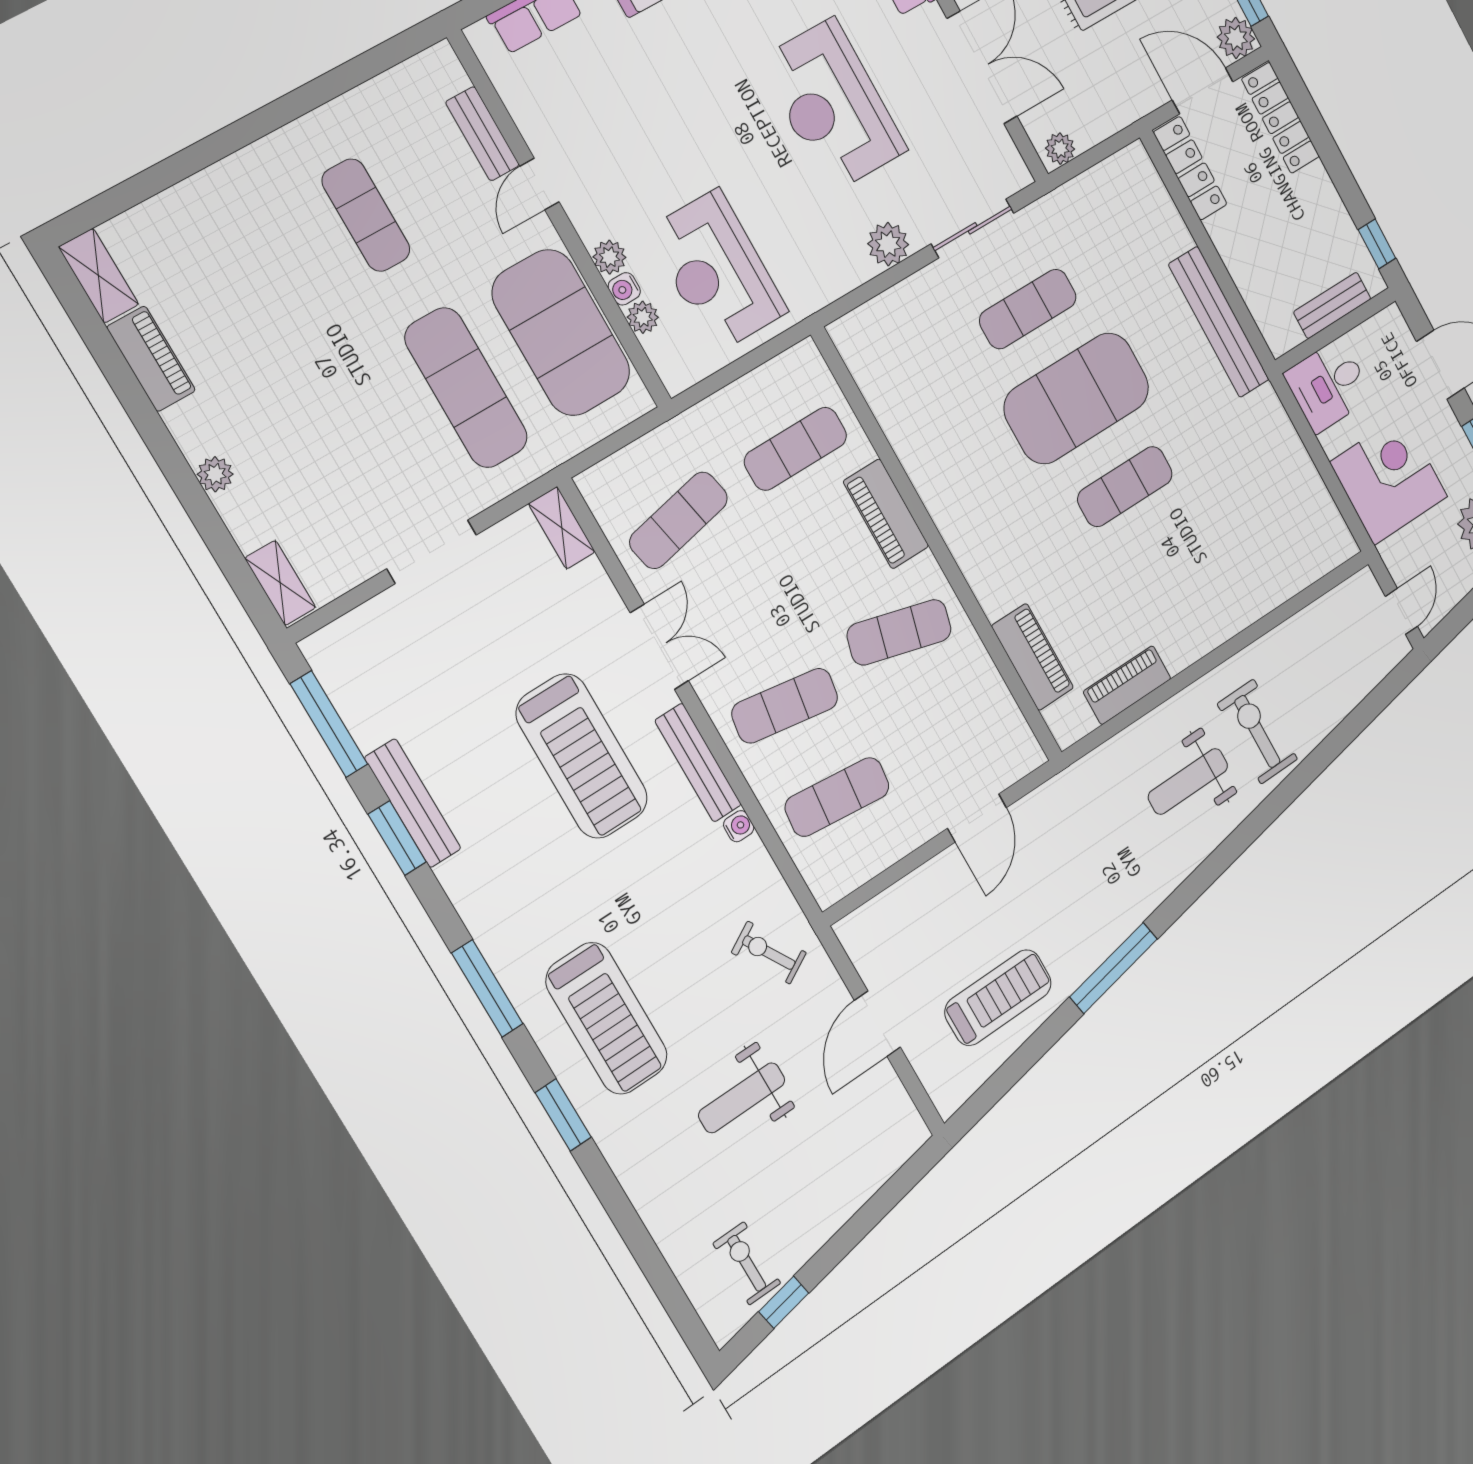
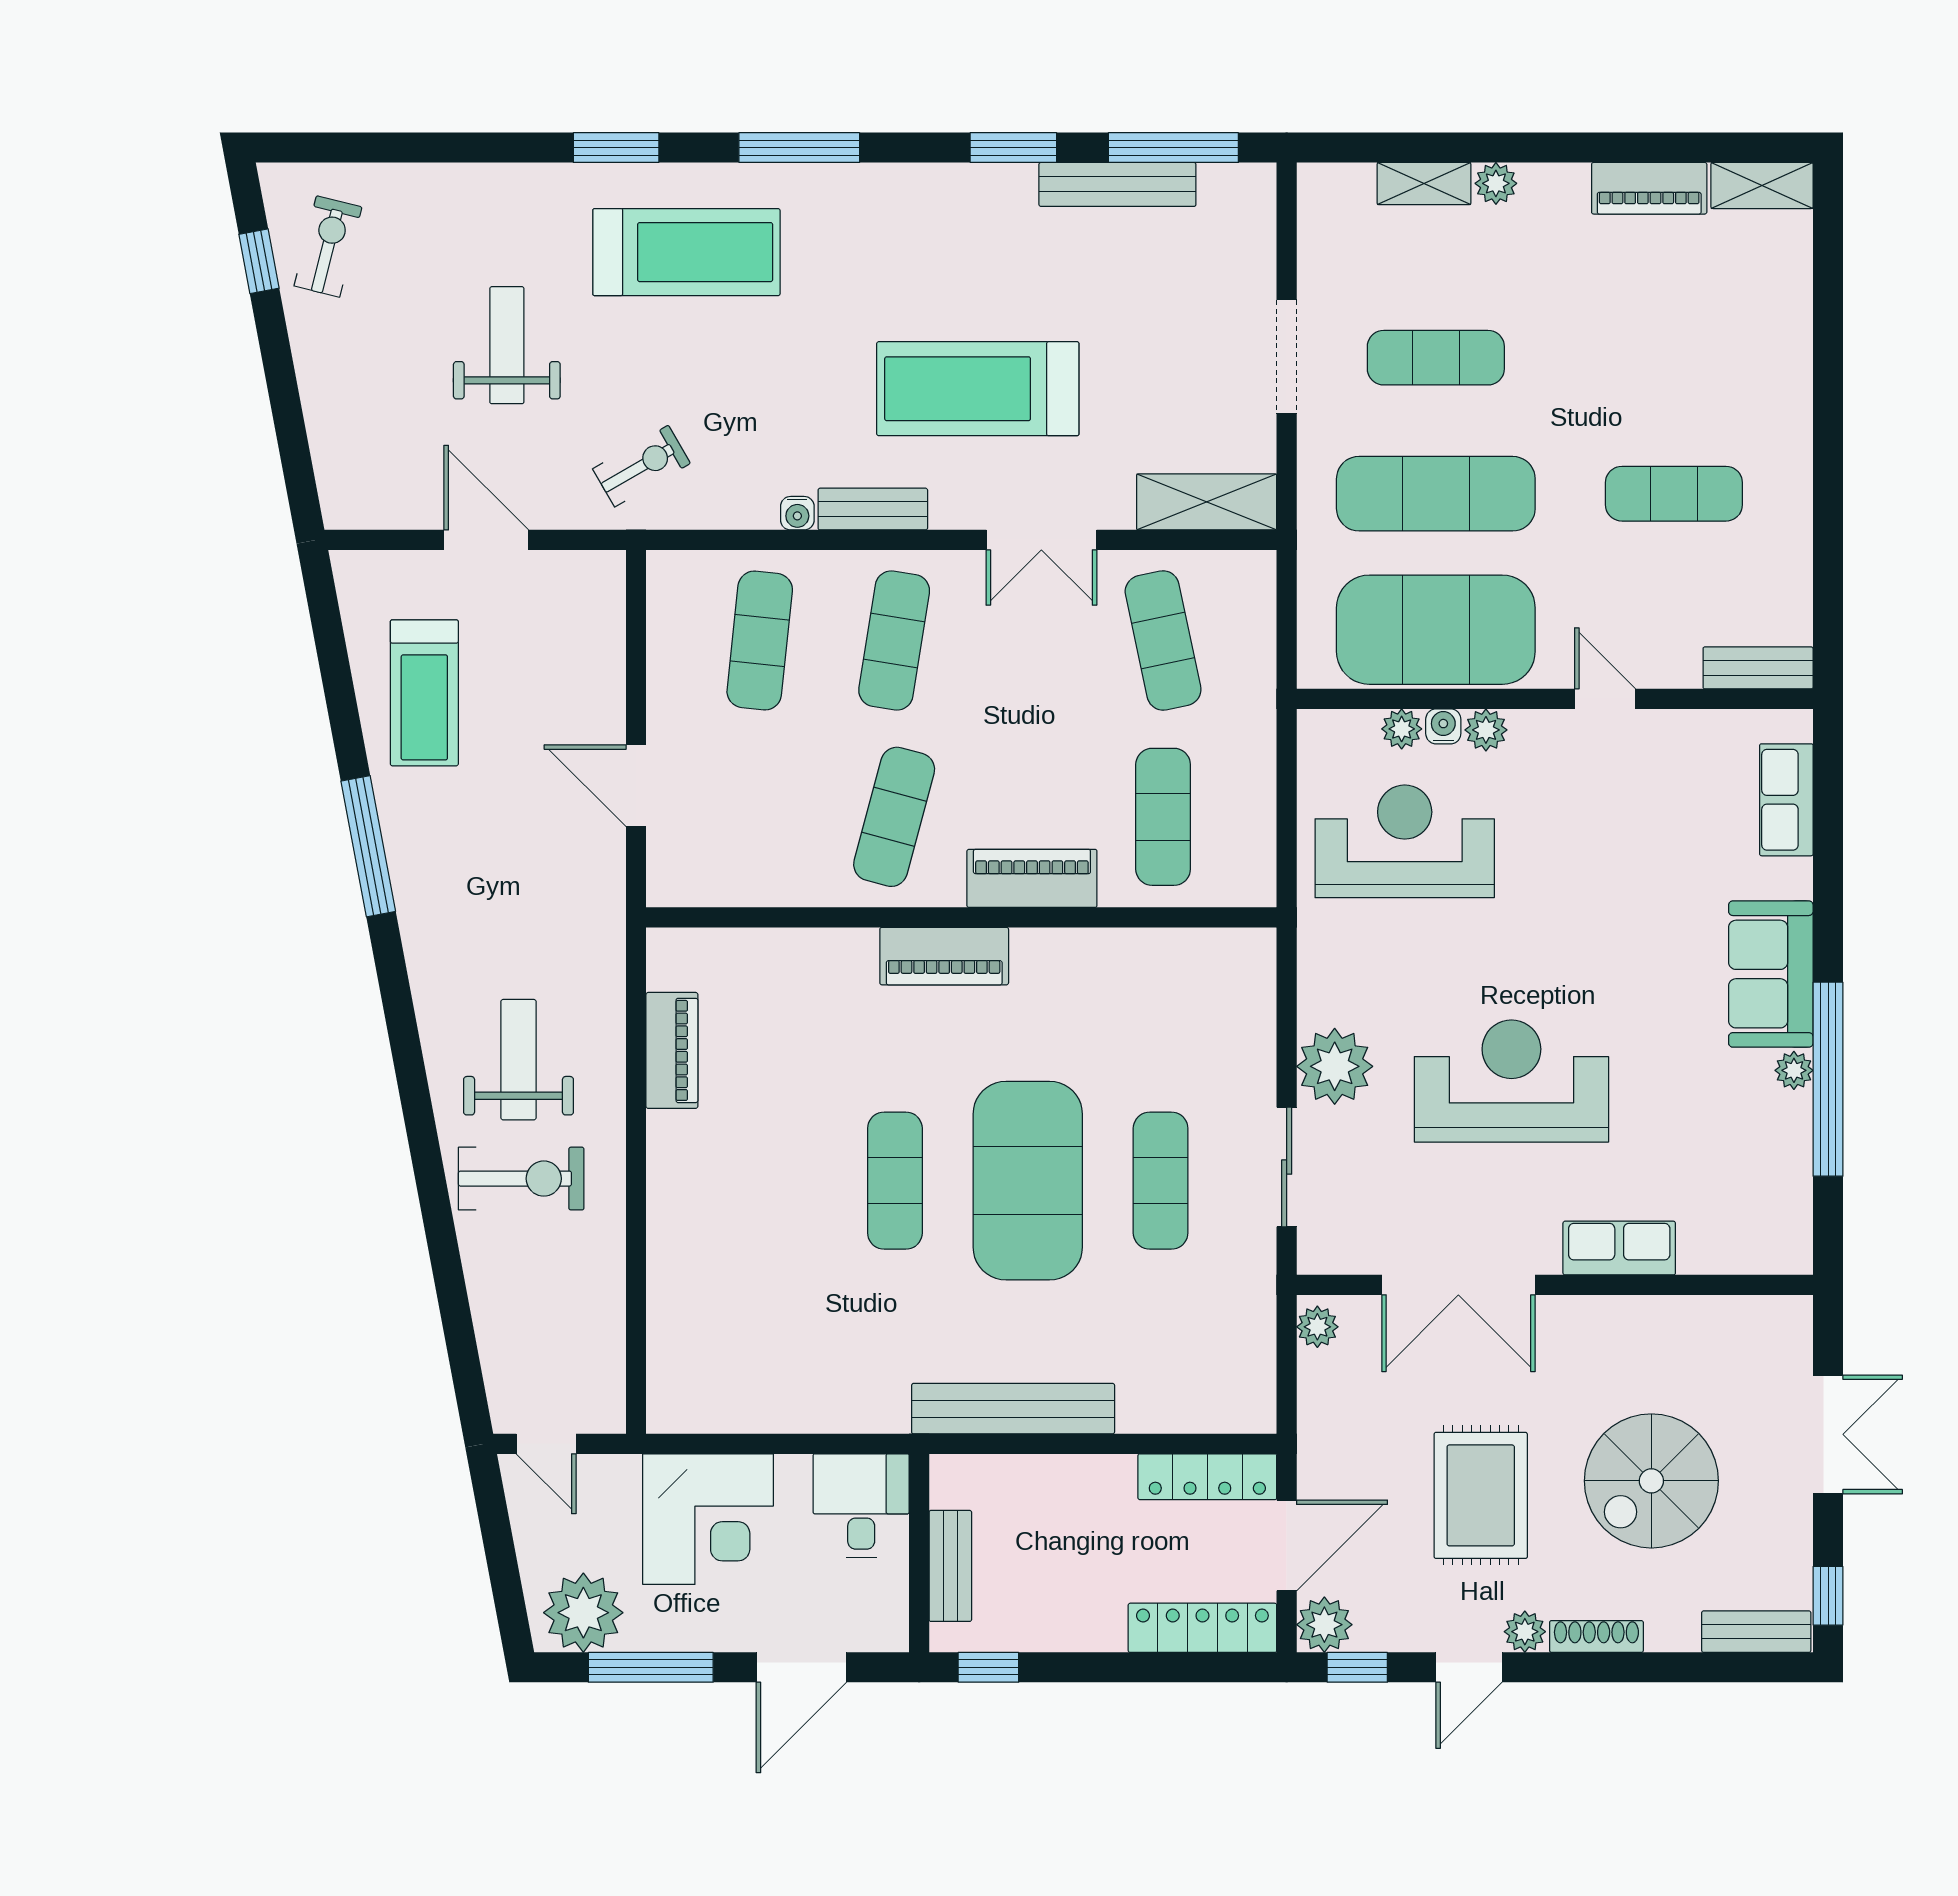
bench: (482, 134) -> (1758, 668), moved
plant: (888, 244) -> (1335, 1066), width x1.36, depth x1.36
exercise mat: (369, 444) -> (1436, 358), added
shelving: (562, 528) -> (1207, 502), width x1.50, depth x1.33
shelving: (280, 583) -> (1424, 184), moved
piano: (1033, 657) -> (944, 956), moved
bench: (698, 763) -> (873, 509), width x0.73
bench: (413, 803) -> (1117, 184), moved
treadmill: (607, 1018) -> (686, 252), turned 180
exercise bike: (747, 1263) -> (328, 246), turned -76

